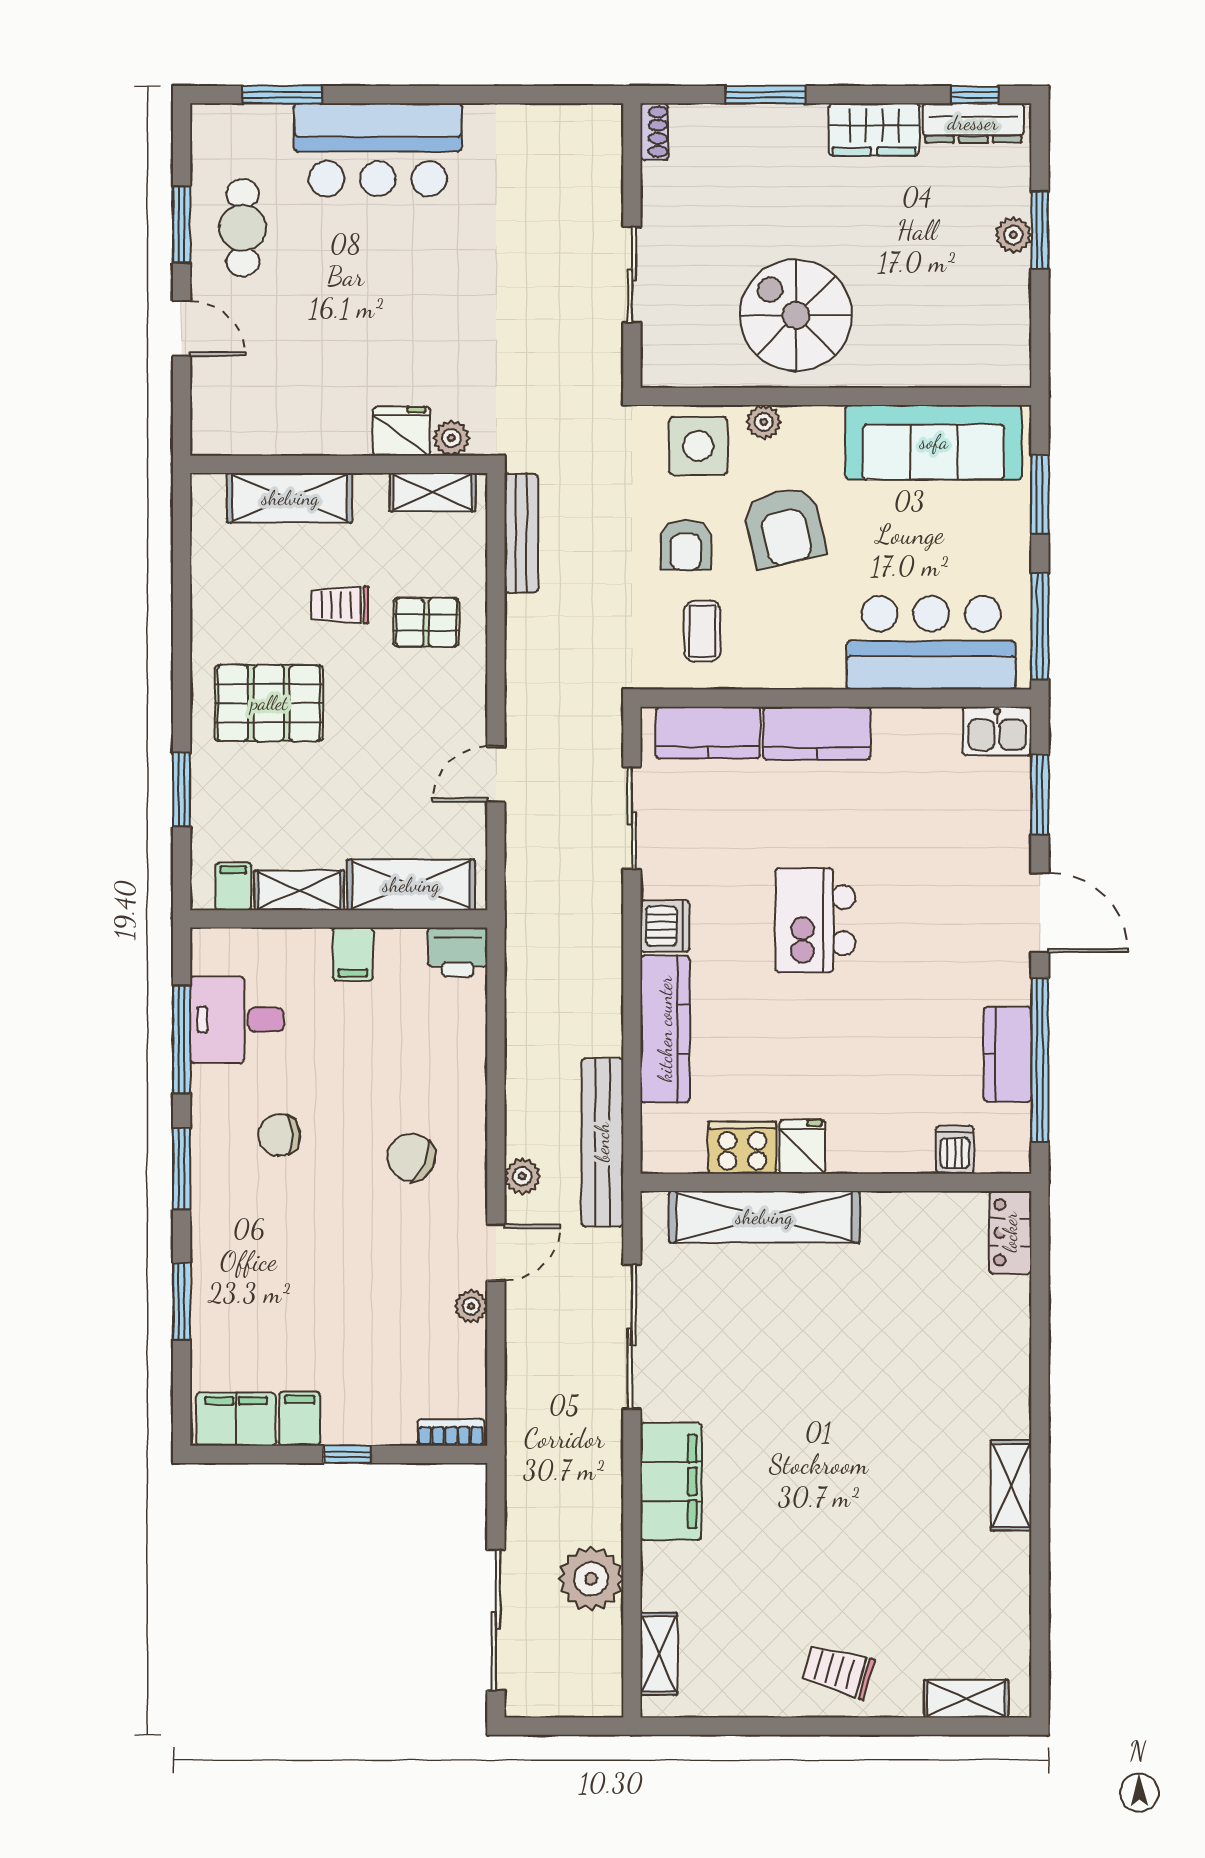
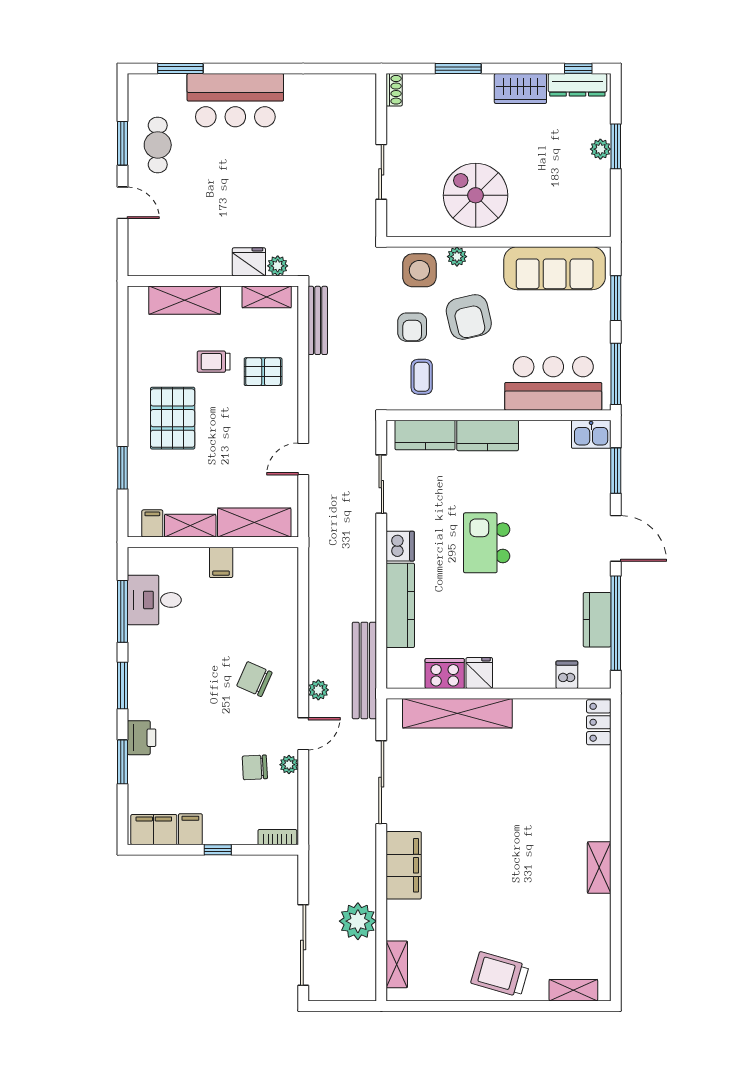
pallet: (269, 703) -> (173, 418), turned 90
printer: (458, 952) -> (142, 738), moved, turned -90
chair: (279, 1135) -> (255, 767), moved
trolley: (838, 1671) -> (500, 974), width x1.36, depth x1.39

